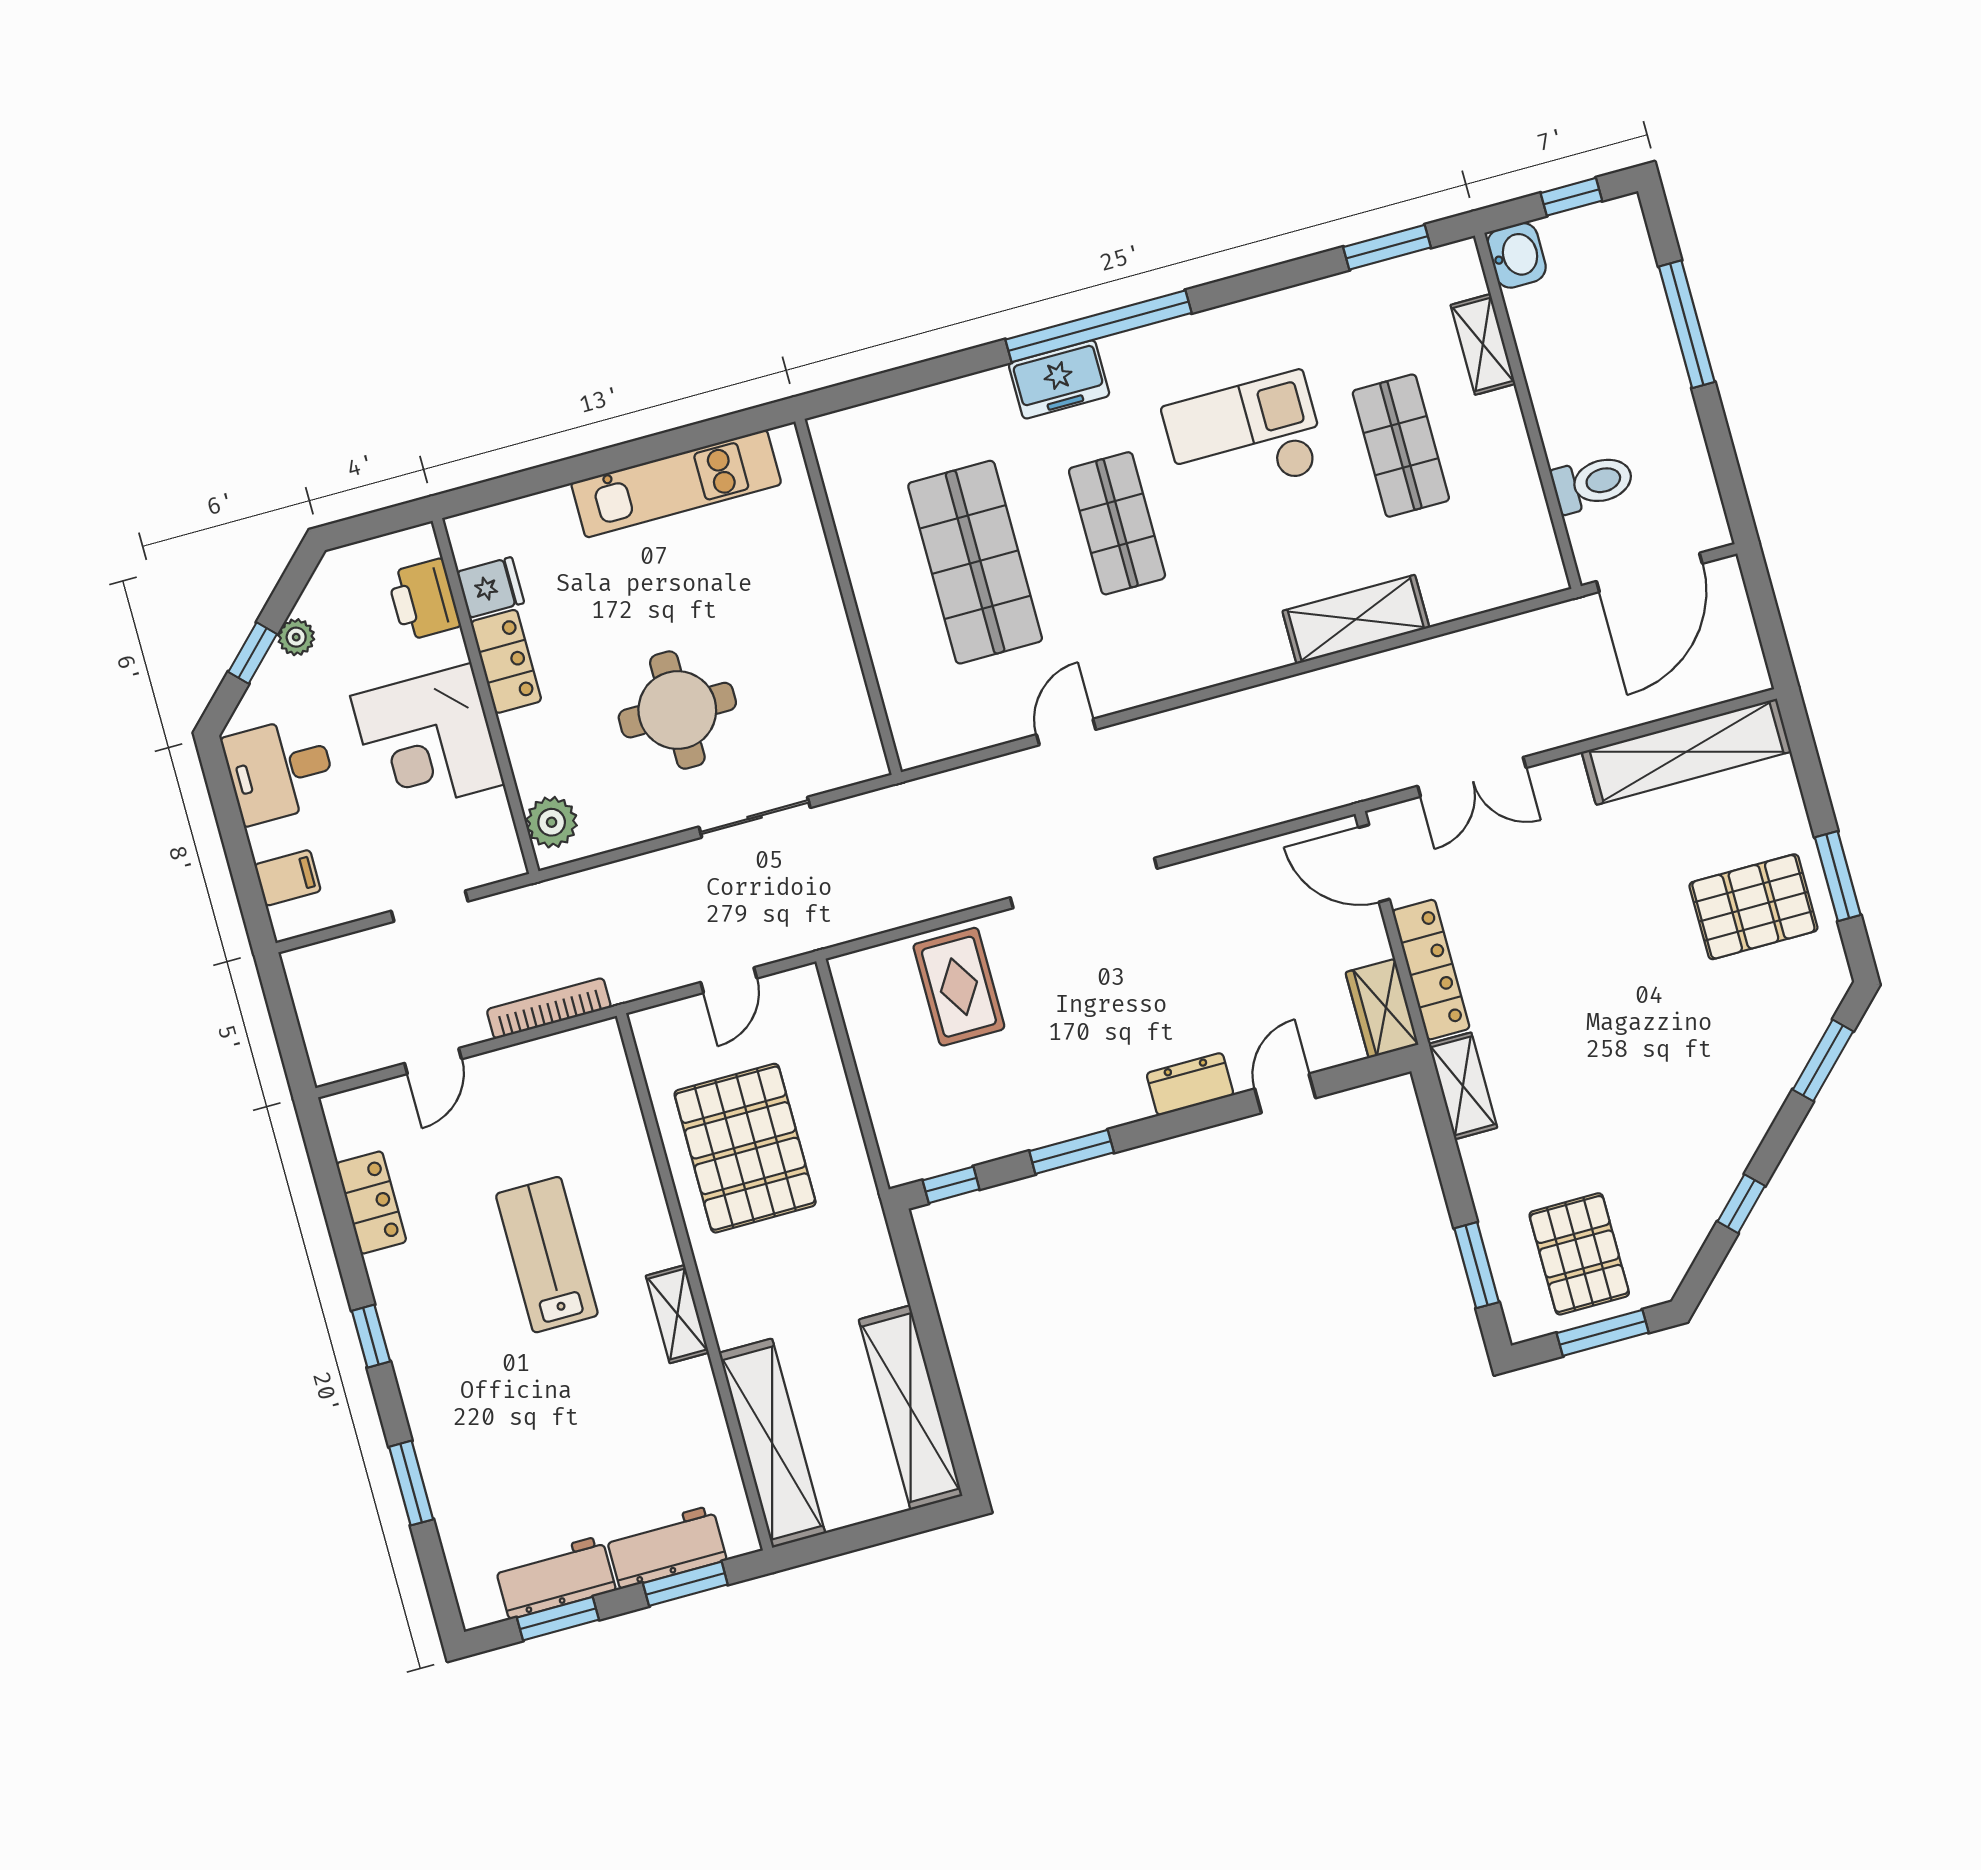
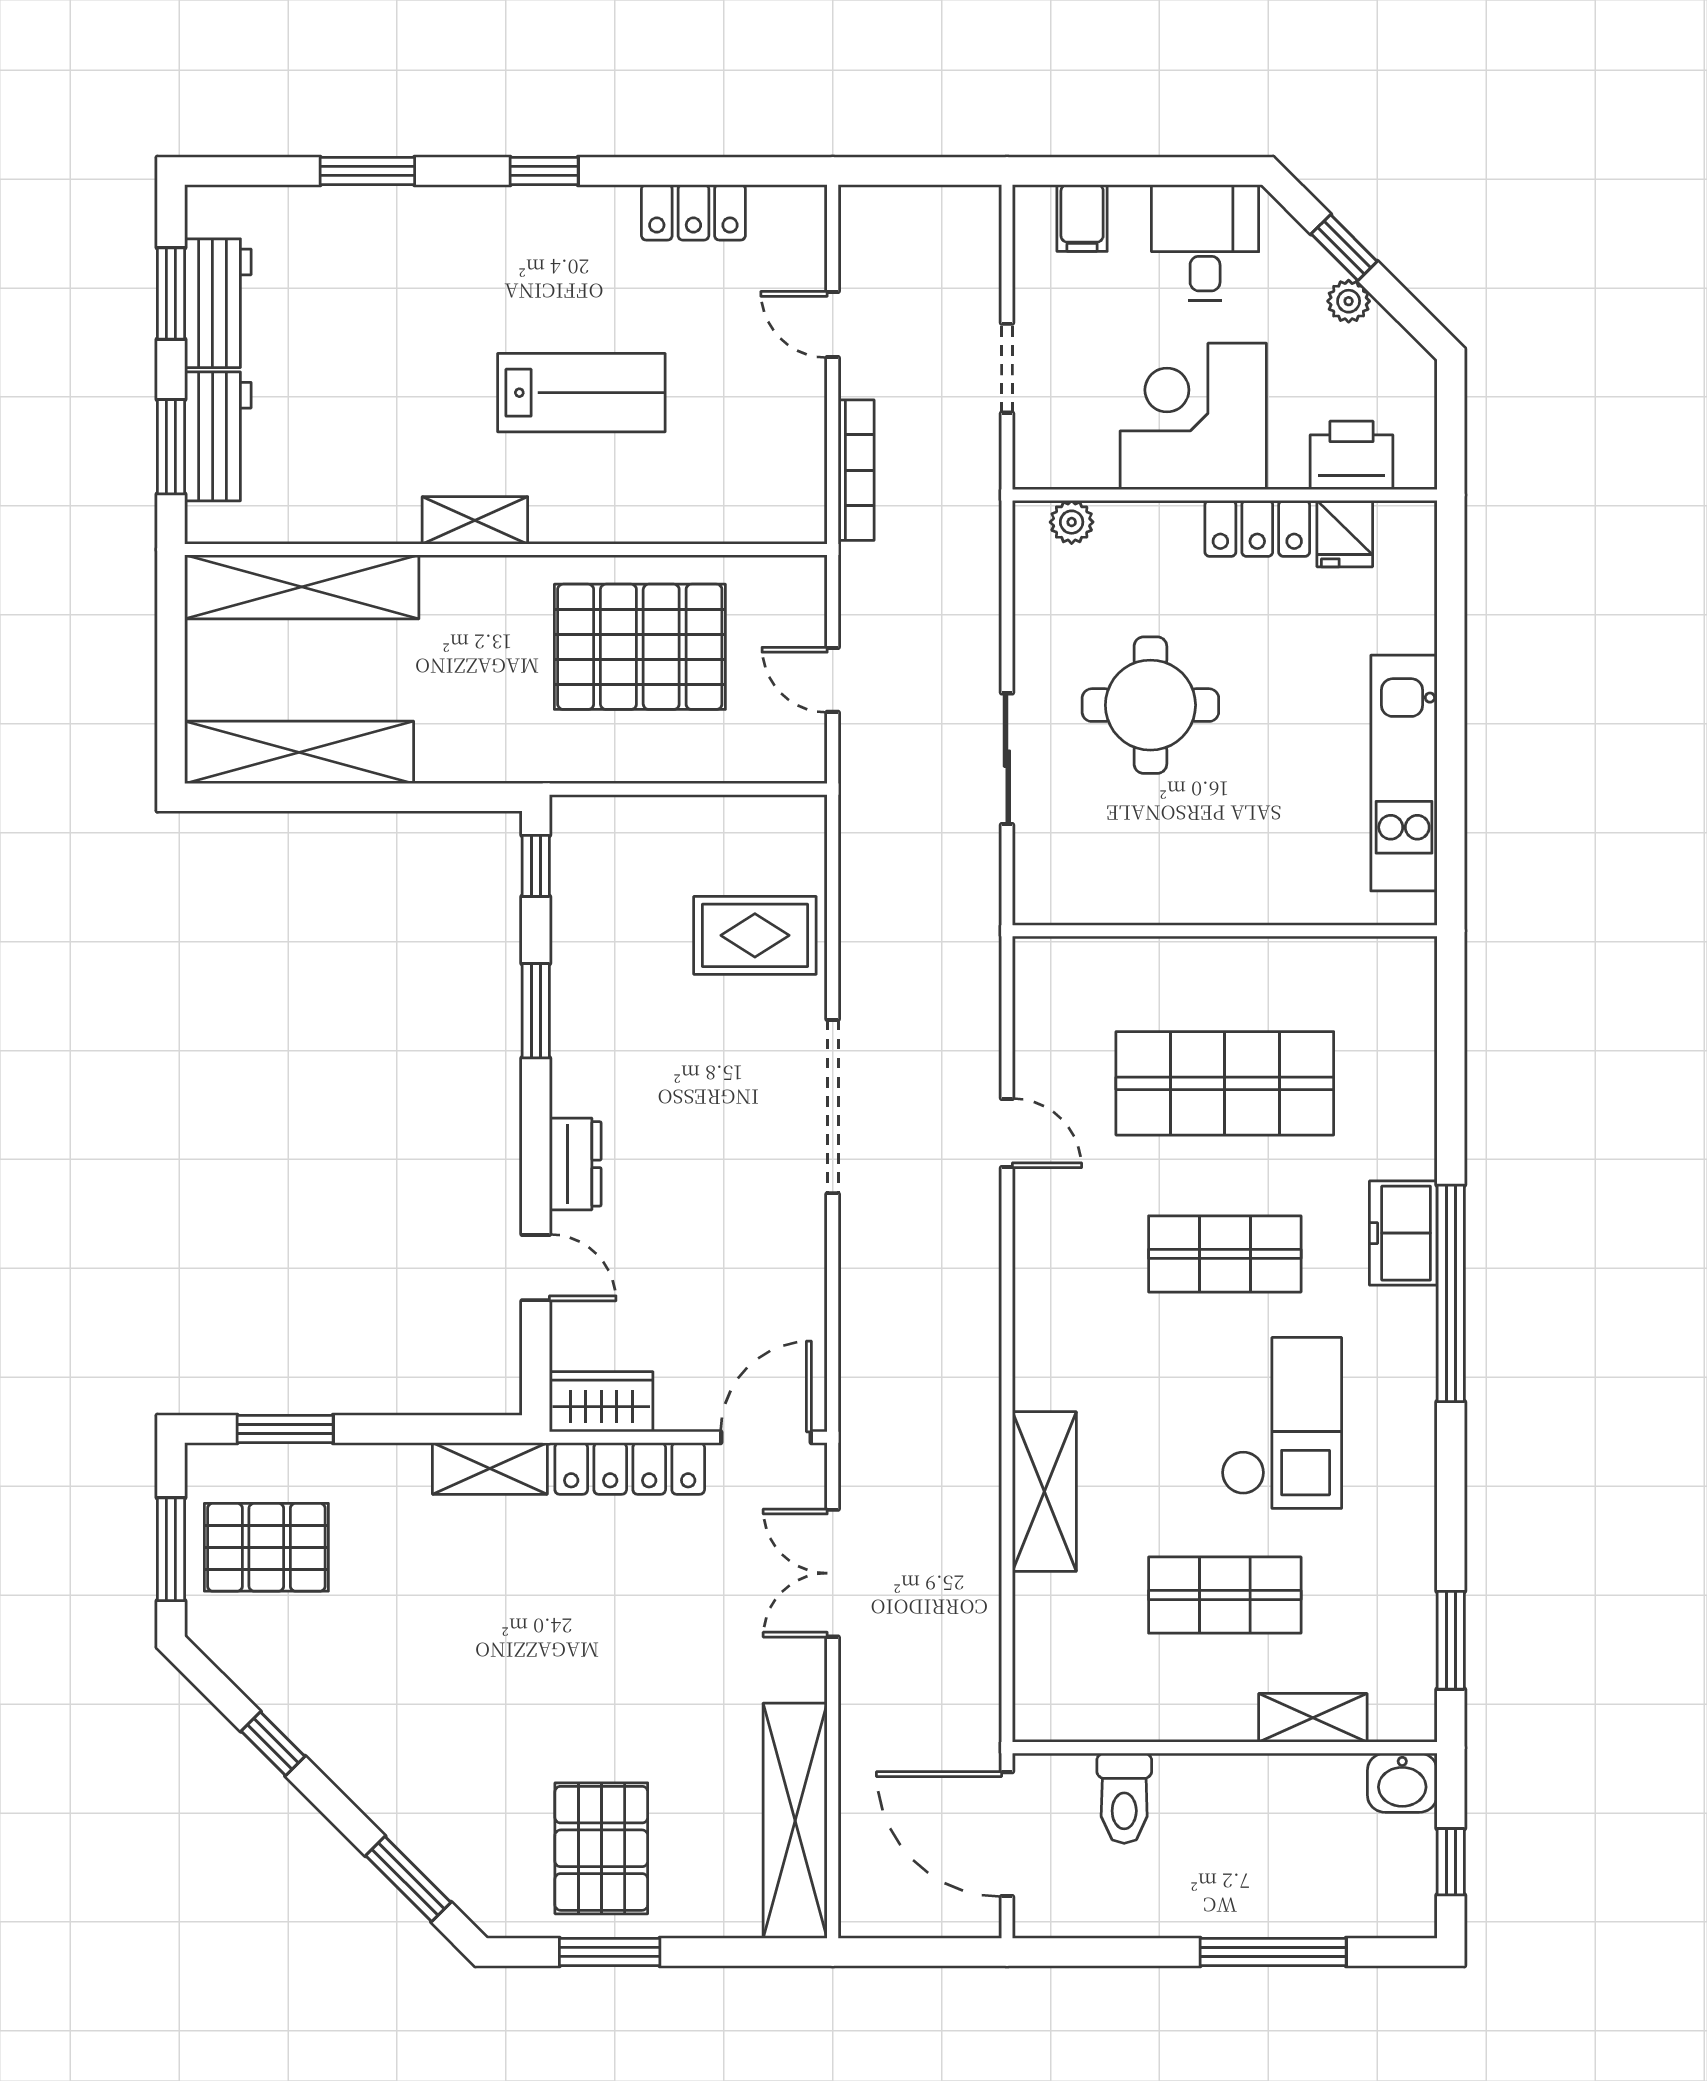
plant: (552, 822) -> (1072, 522), width x0.73, depth x0.73

